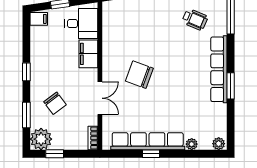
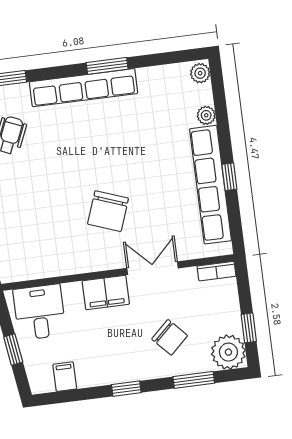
filing cabinet: (39, 19) -> (65, 377), moved
filing cabinet: (88, 54) -> (106, 292), moved
chair: (55, 103) -> (170, 337), turned 84

